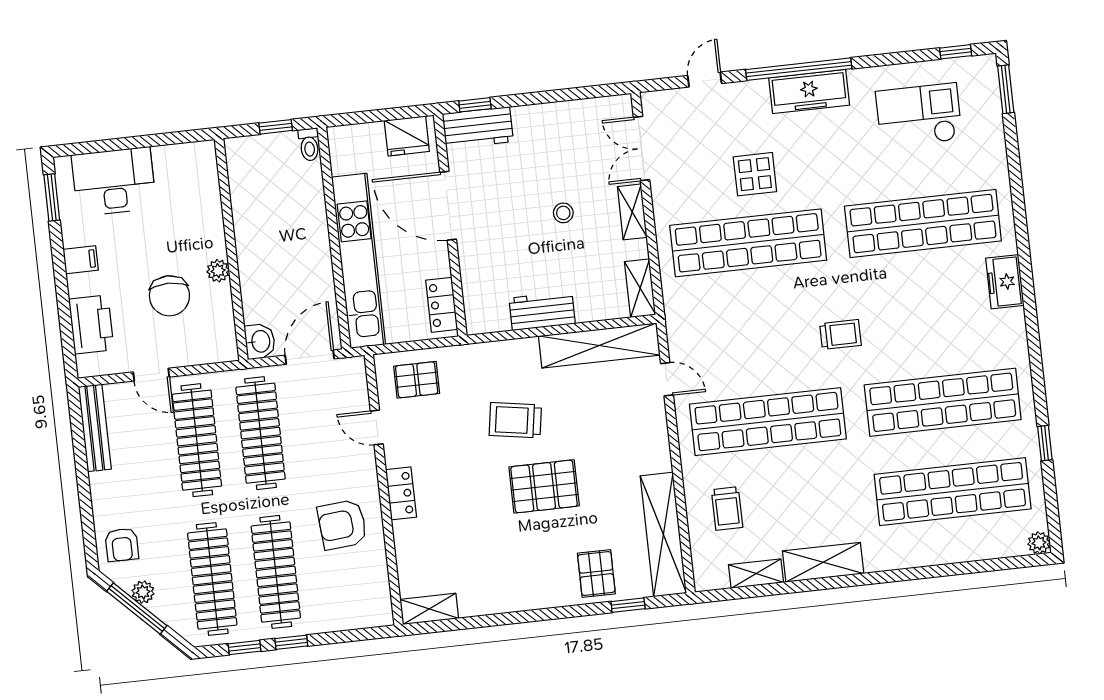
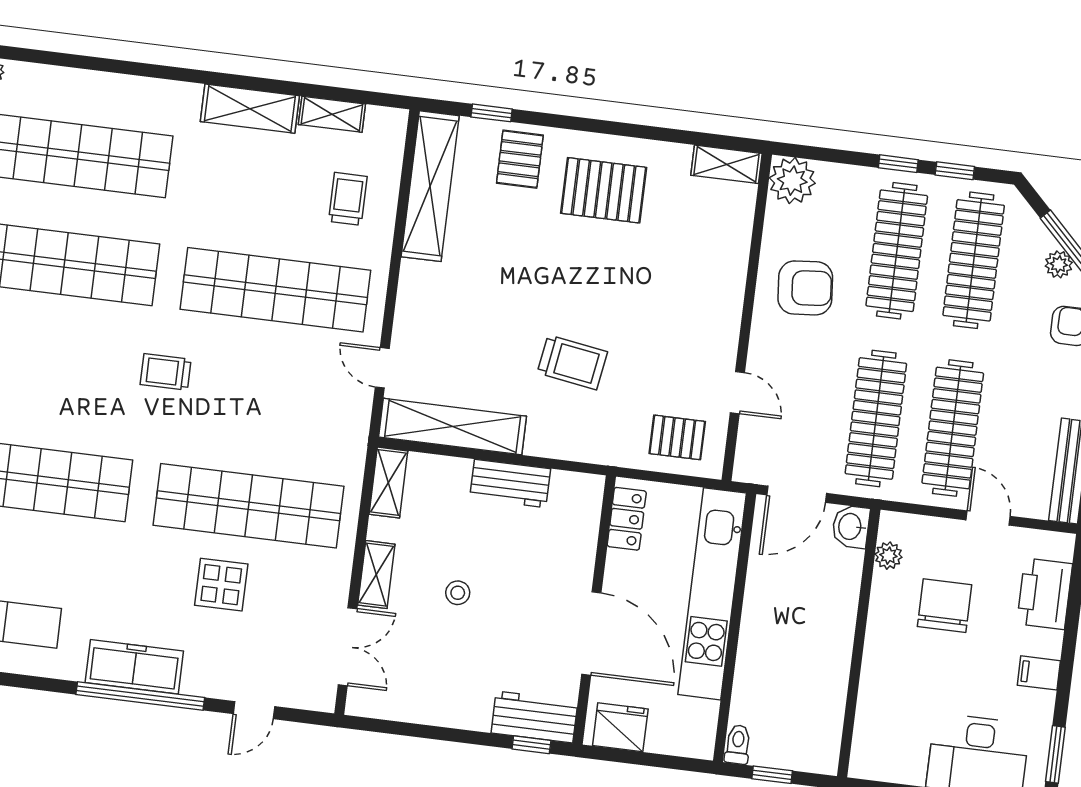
plant: (218, 271) -> (888, 556), moved
pallet: (544, 486) -> (604, 190), moved
locker: (401, 493) -> (727, 308), removed
plant: (373, 608) -> (792, 181), added

